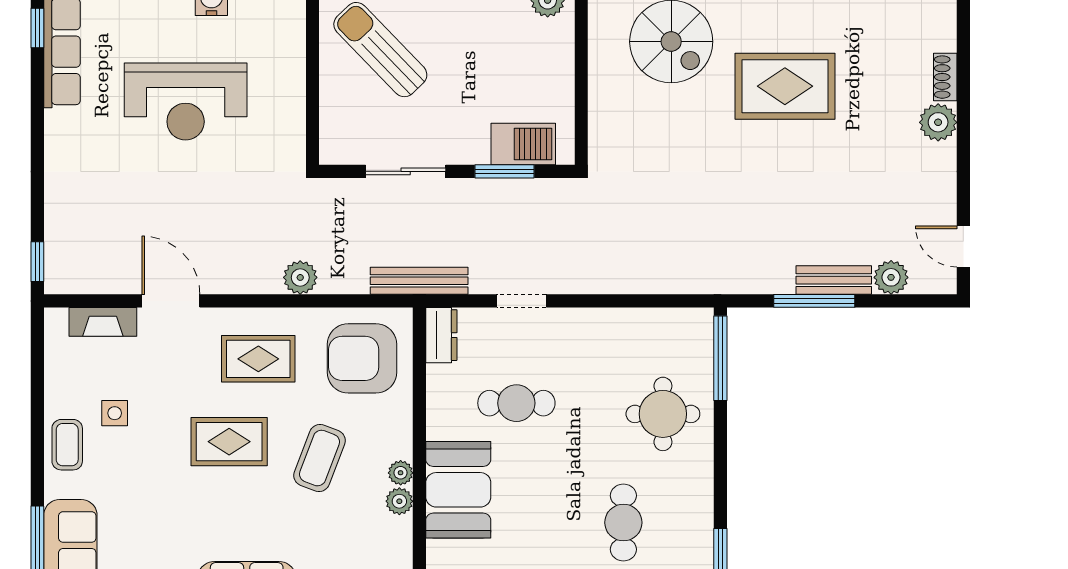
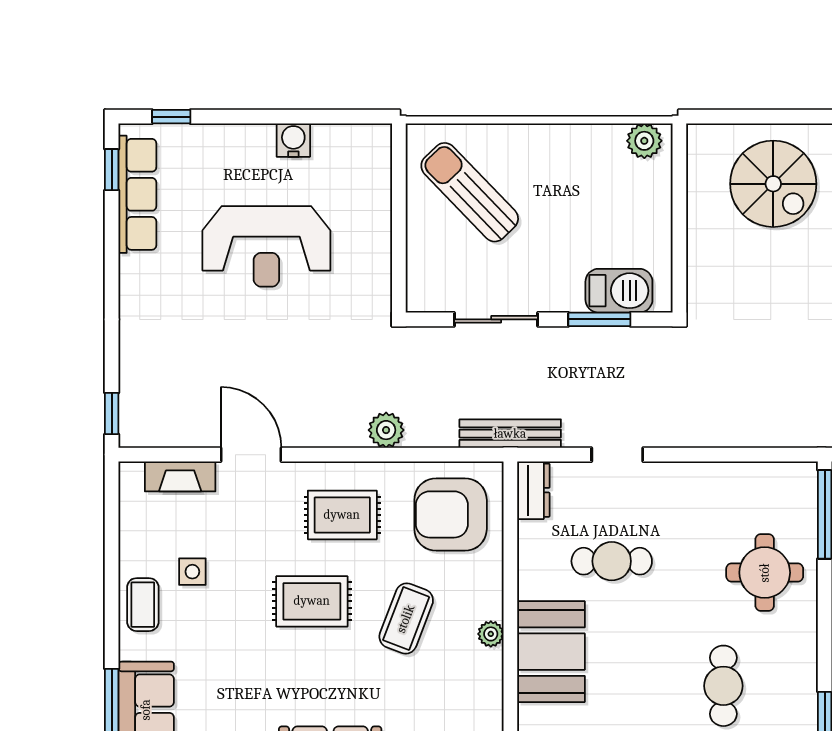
plant: (399, 501) -> (490, 664), removed

